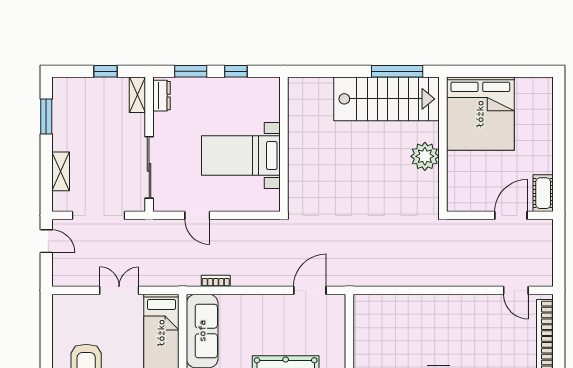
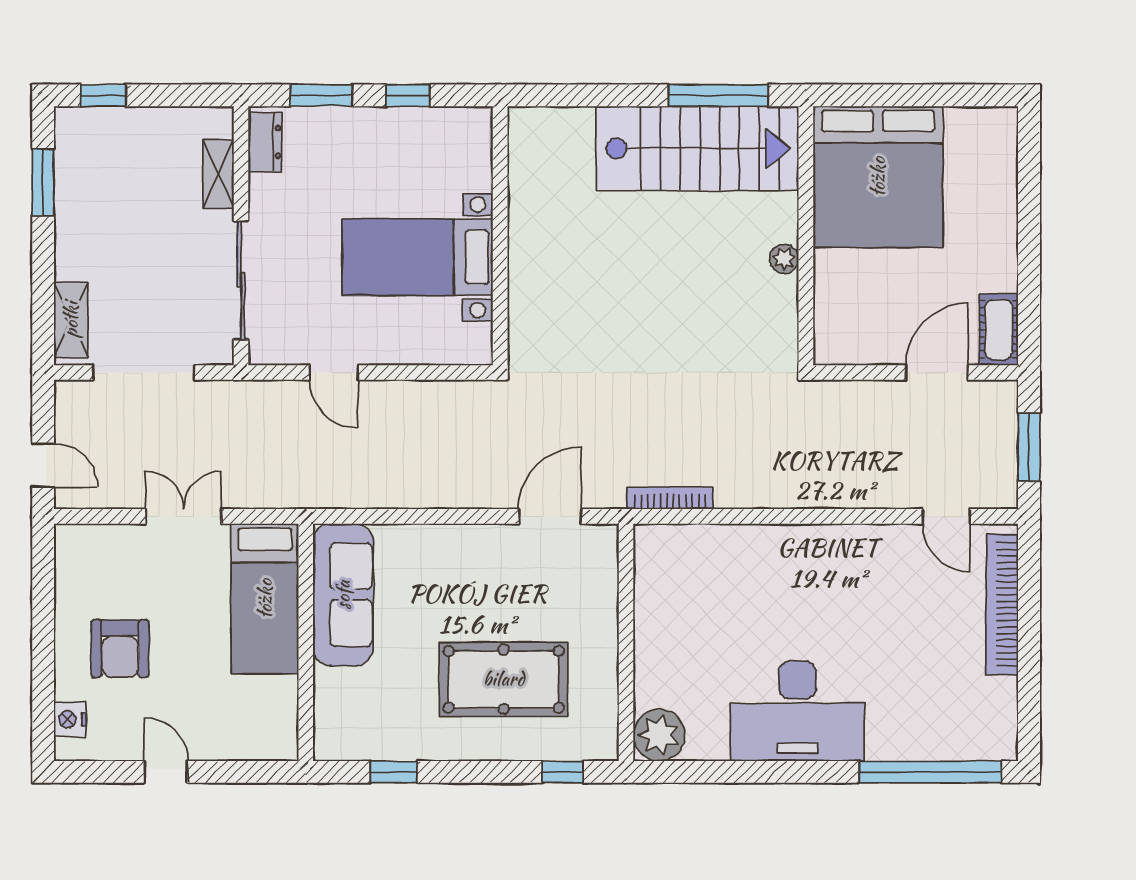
window: (106, 71) -> (103, 95), moved
shelving: (137, 95) -> (218, 174), moved
plant: (425, 156) -> (784, 259), width x0.53, depth x0.53
shelving: (61, 171) -> (71, 320), moved
door: (46, 241) -> (43, 465), moved
window: (559, 254) -> (1029, 447), added
bookcase: (216, 281) -> (670, 498), moved, width x1.56

